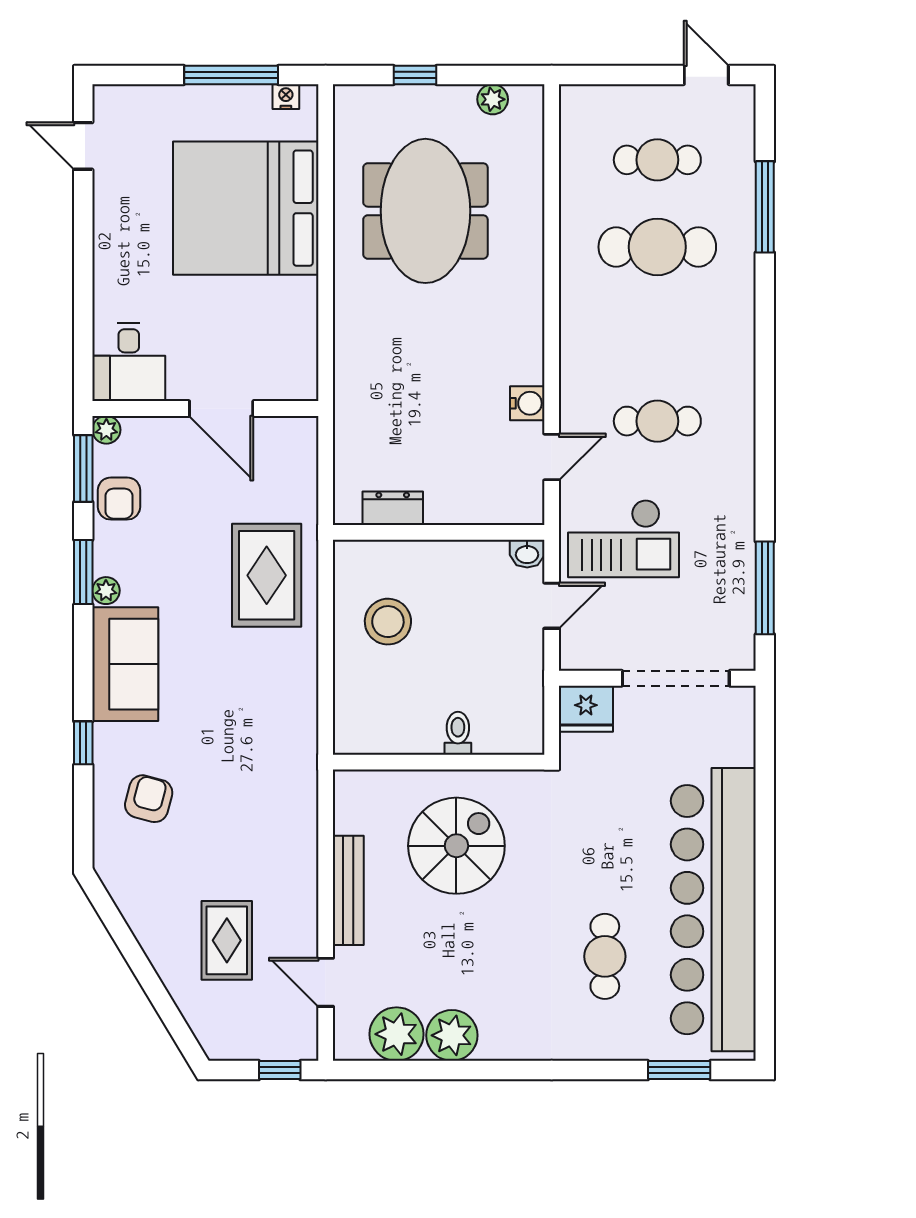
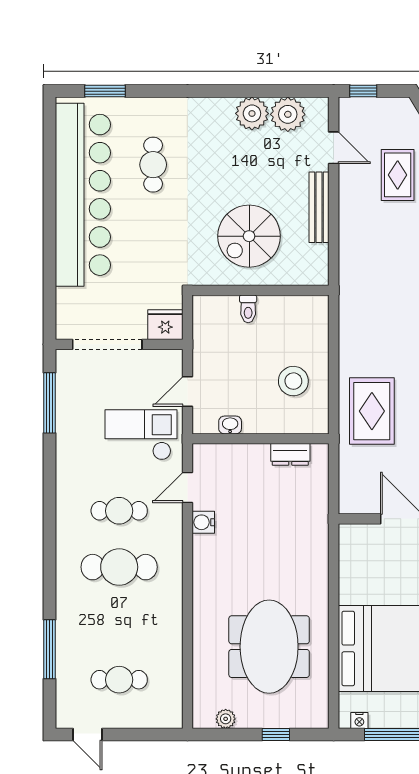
cafe table: (657, 247) -> (119, 567), moved
washbasin: (527, 554) -> (230, 425), moved

